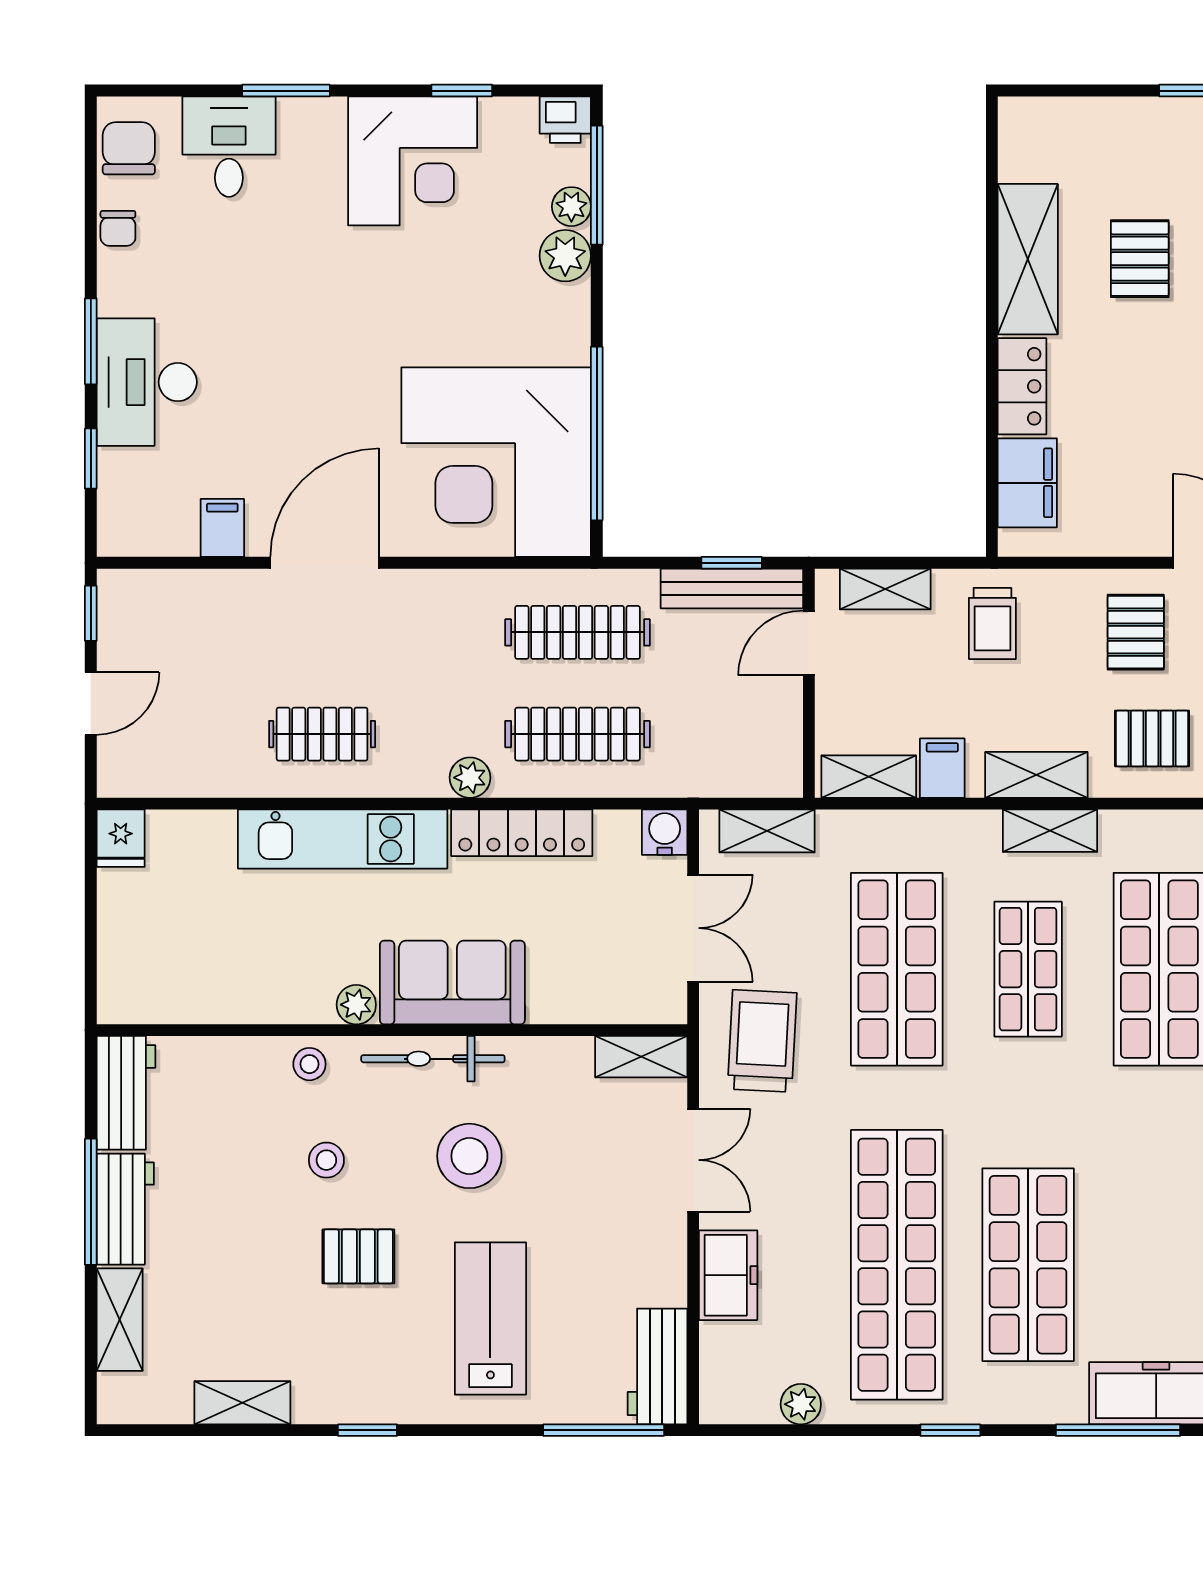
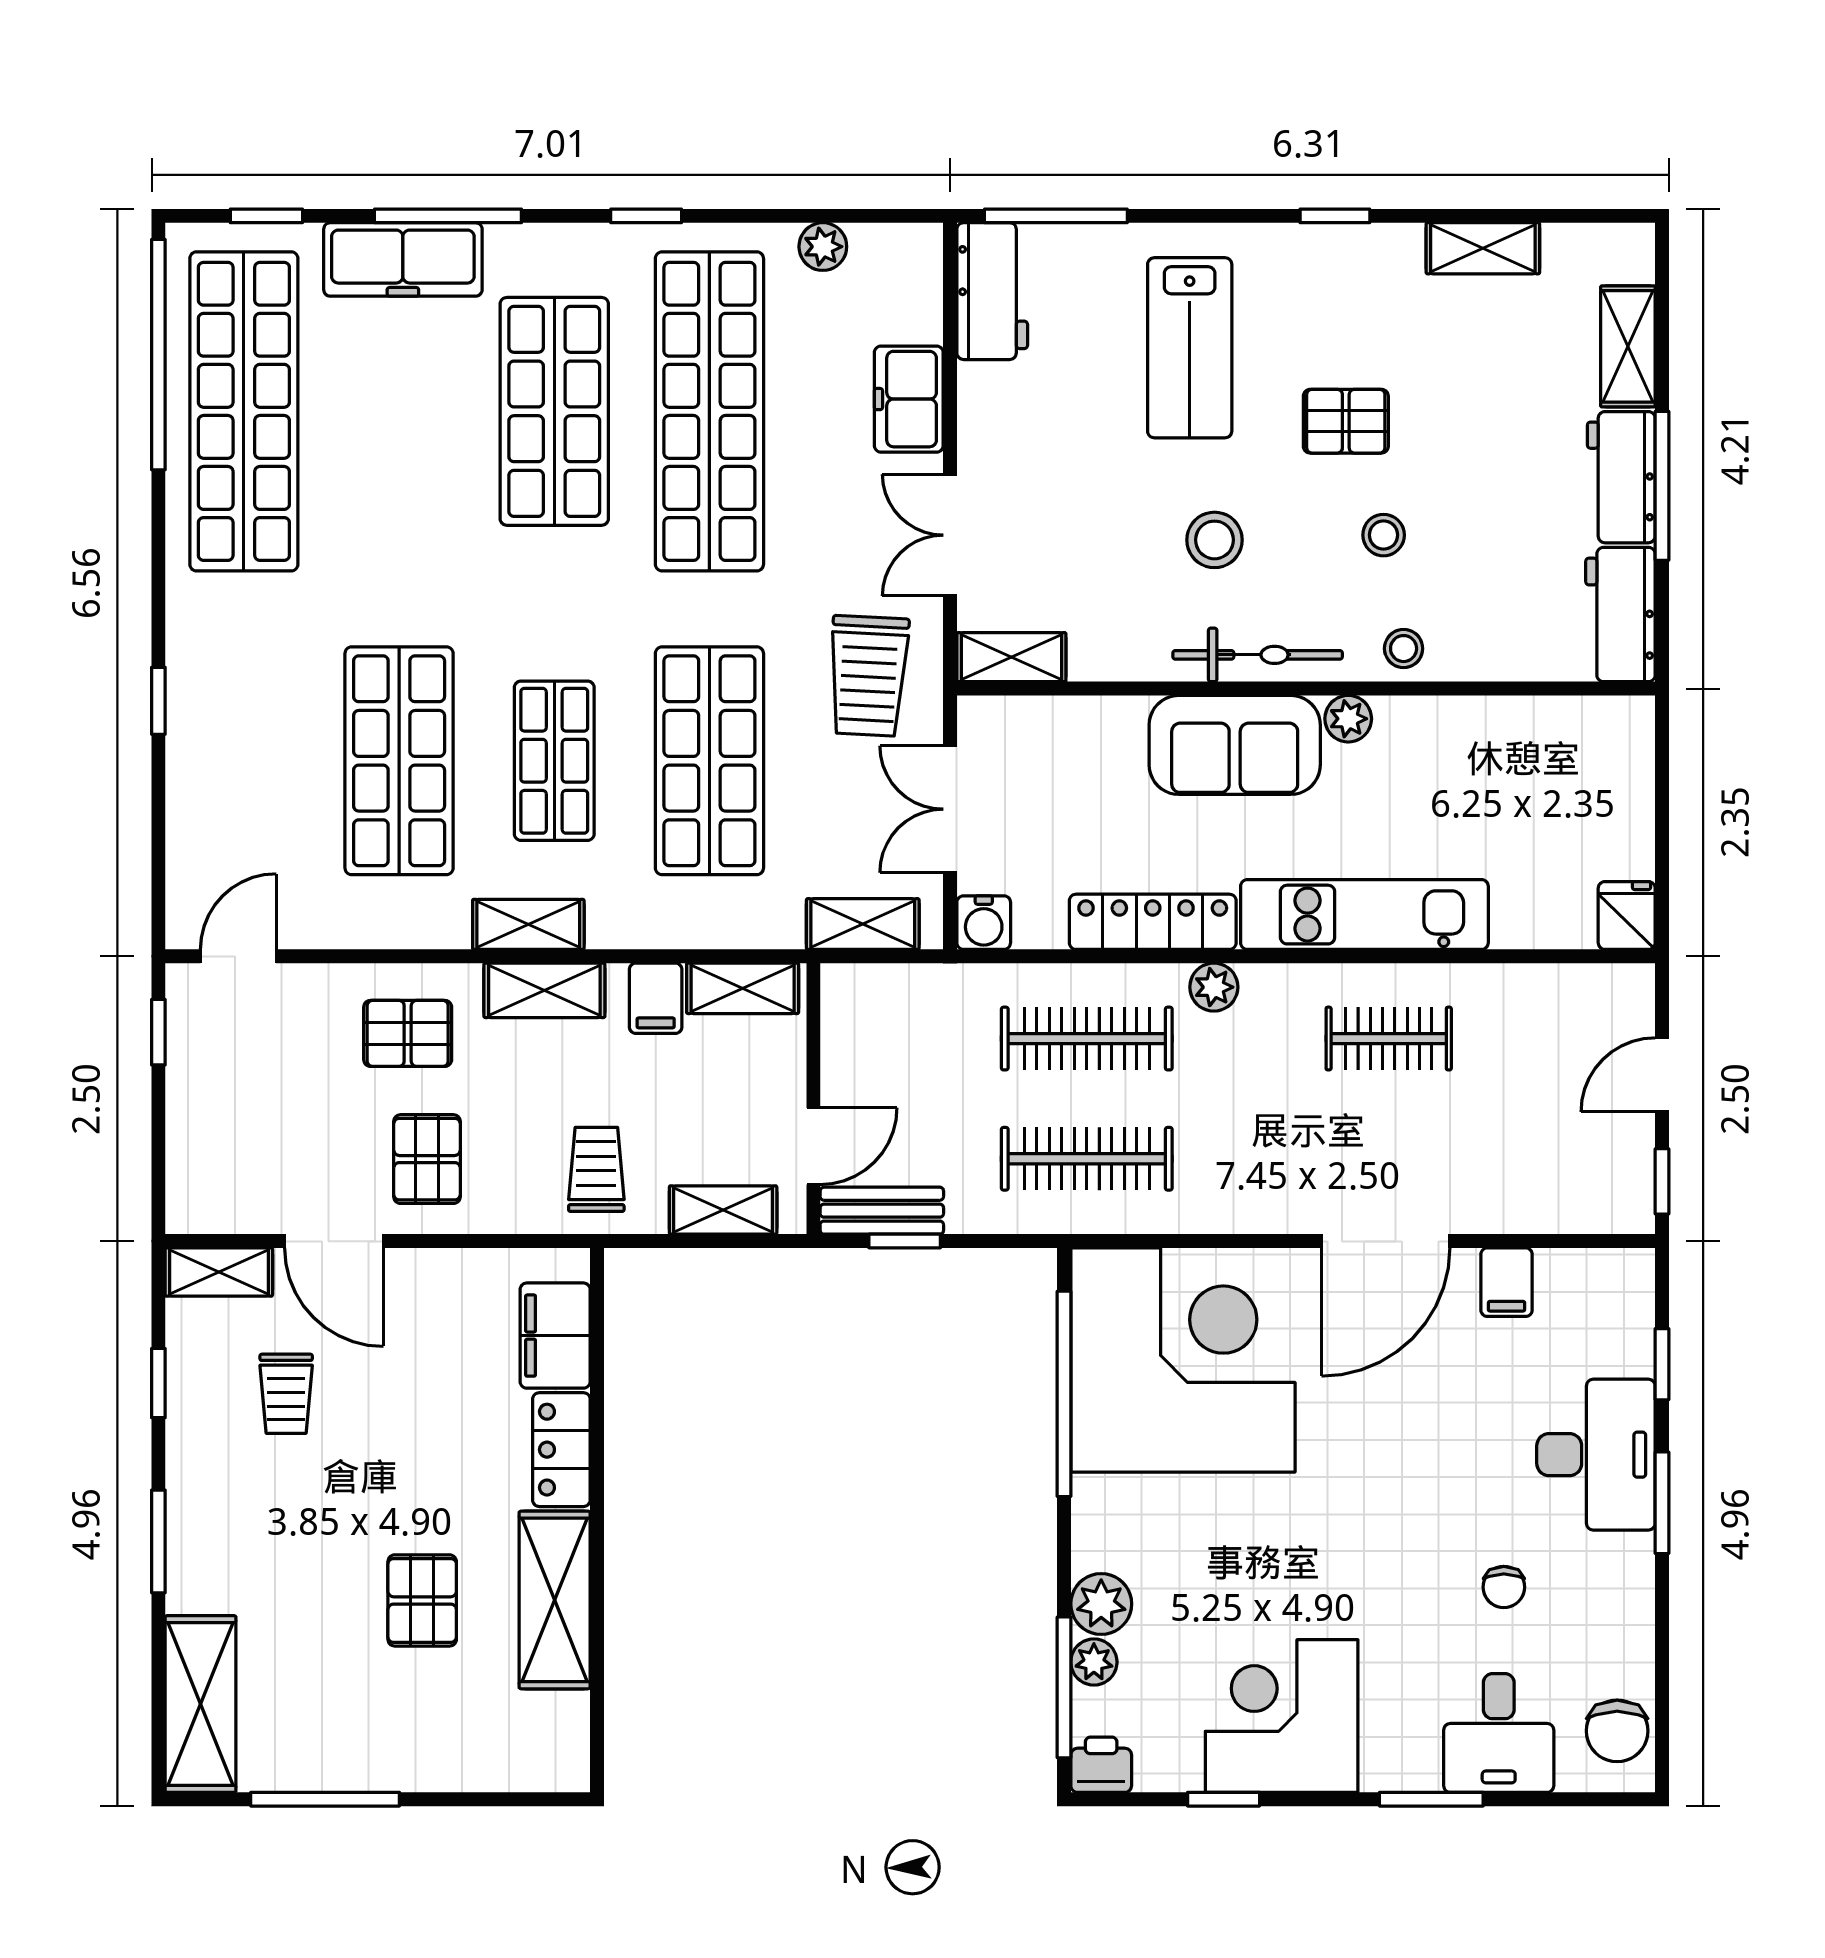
chair: (118, 228) -> (1504, 1587), moved, turned 180
bench: (732, 588) -> (882, 1211), width x0.73
stool: (469, 1156) -> (1214, 540), width x0.73, depth x0.73

